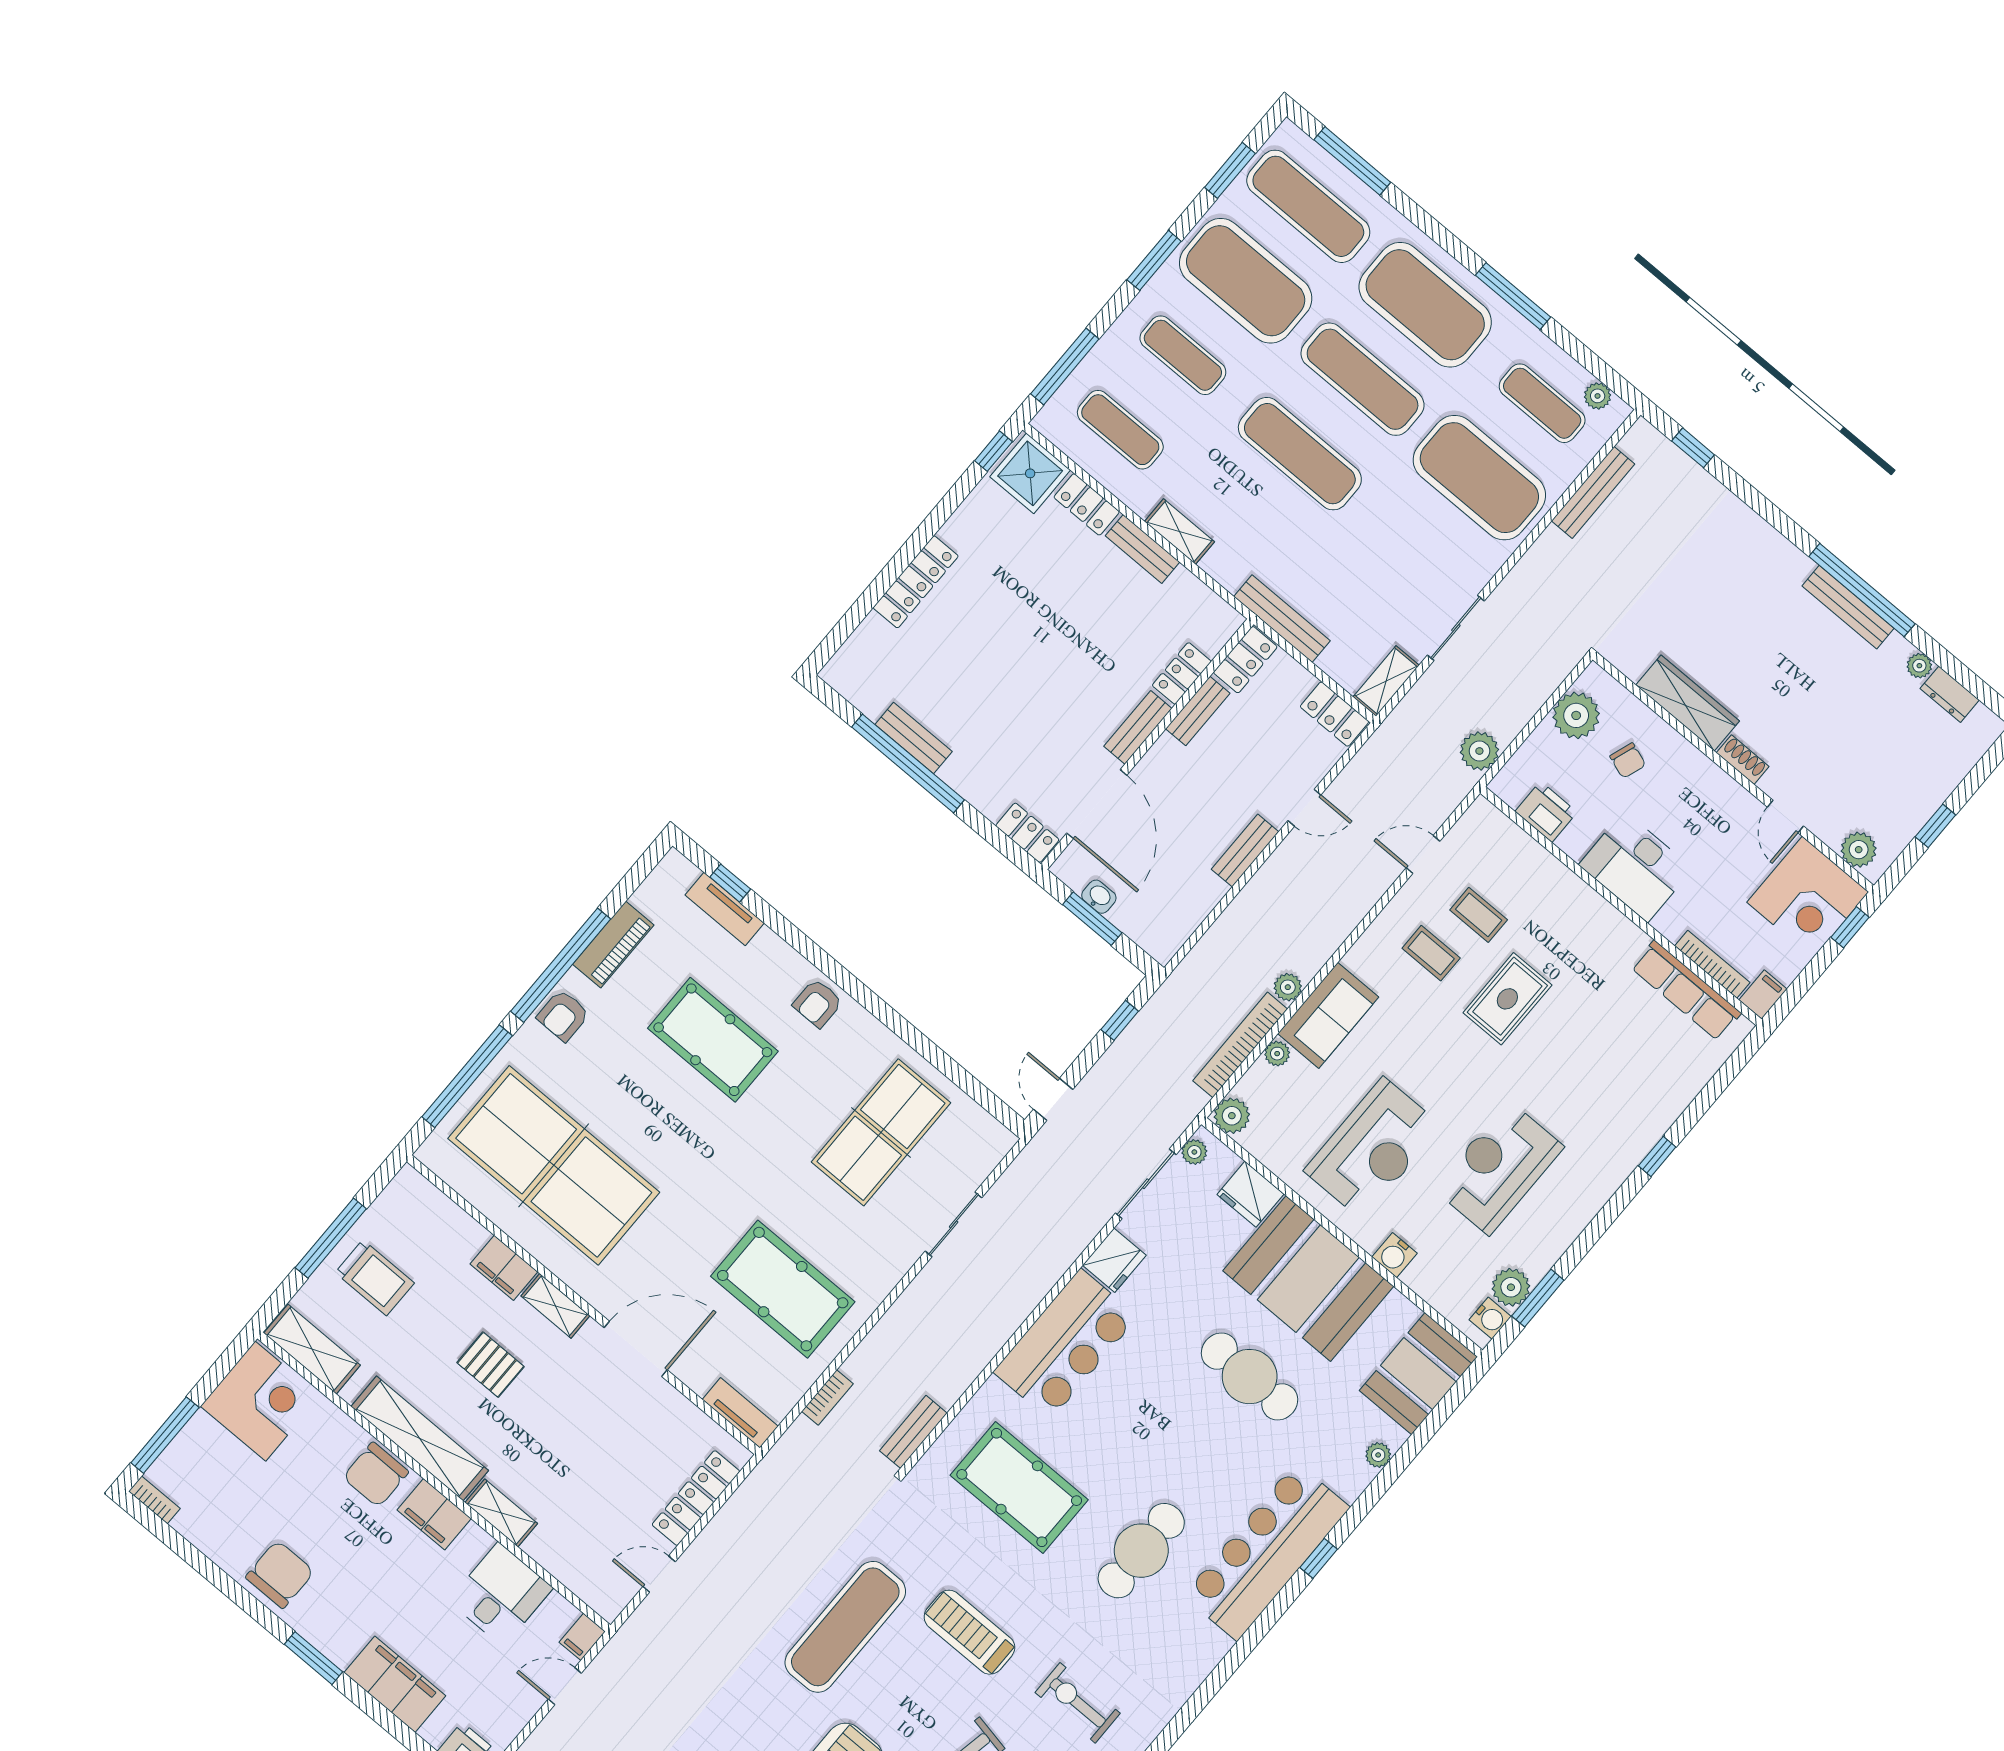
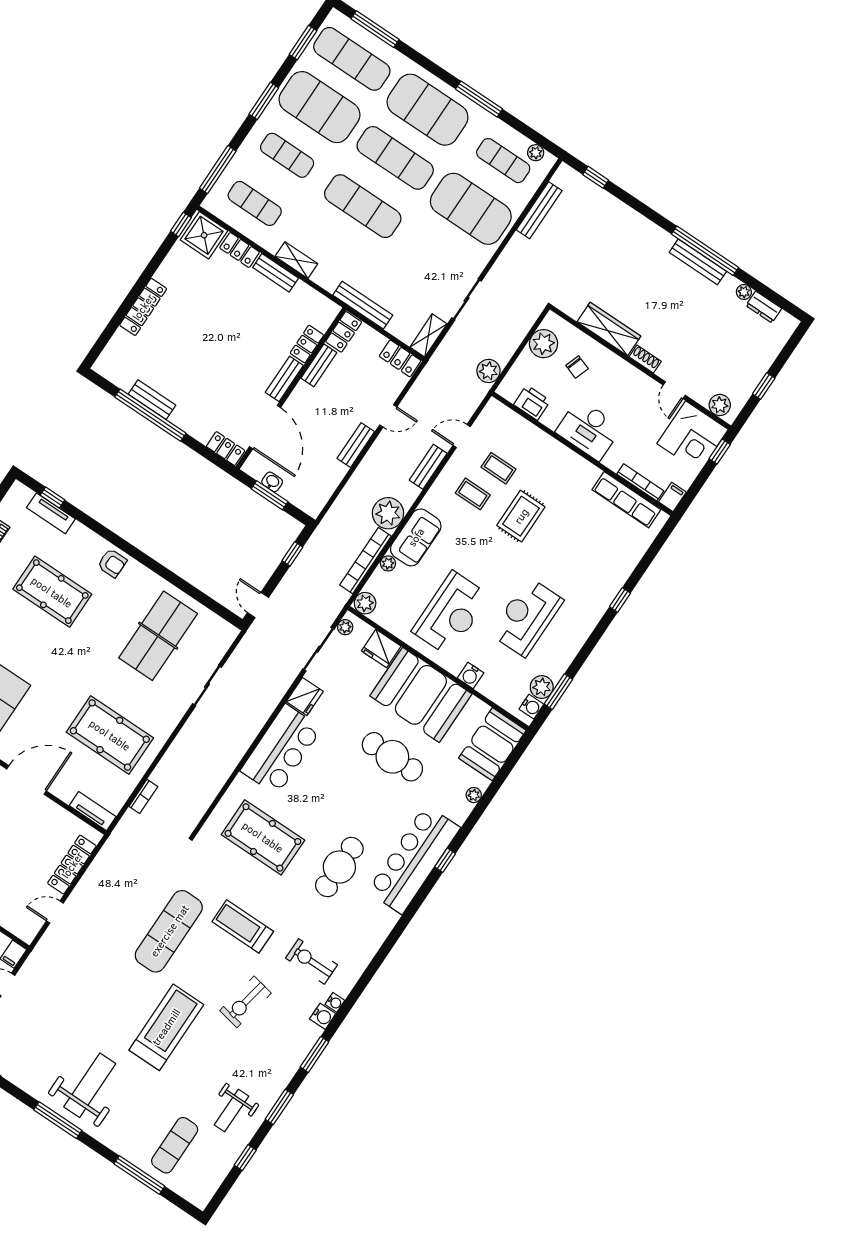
plant: (1288, 987) -> (388, 513), width x1.87, depth x1.87
armchair: (818, 1003) -> (112, 563), turned -90
bench: (913, 1432) -> (428, 467), moved

